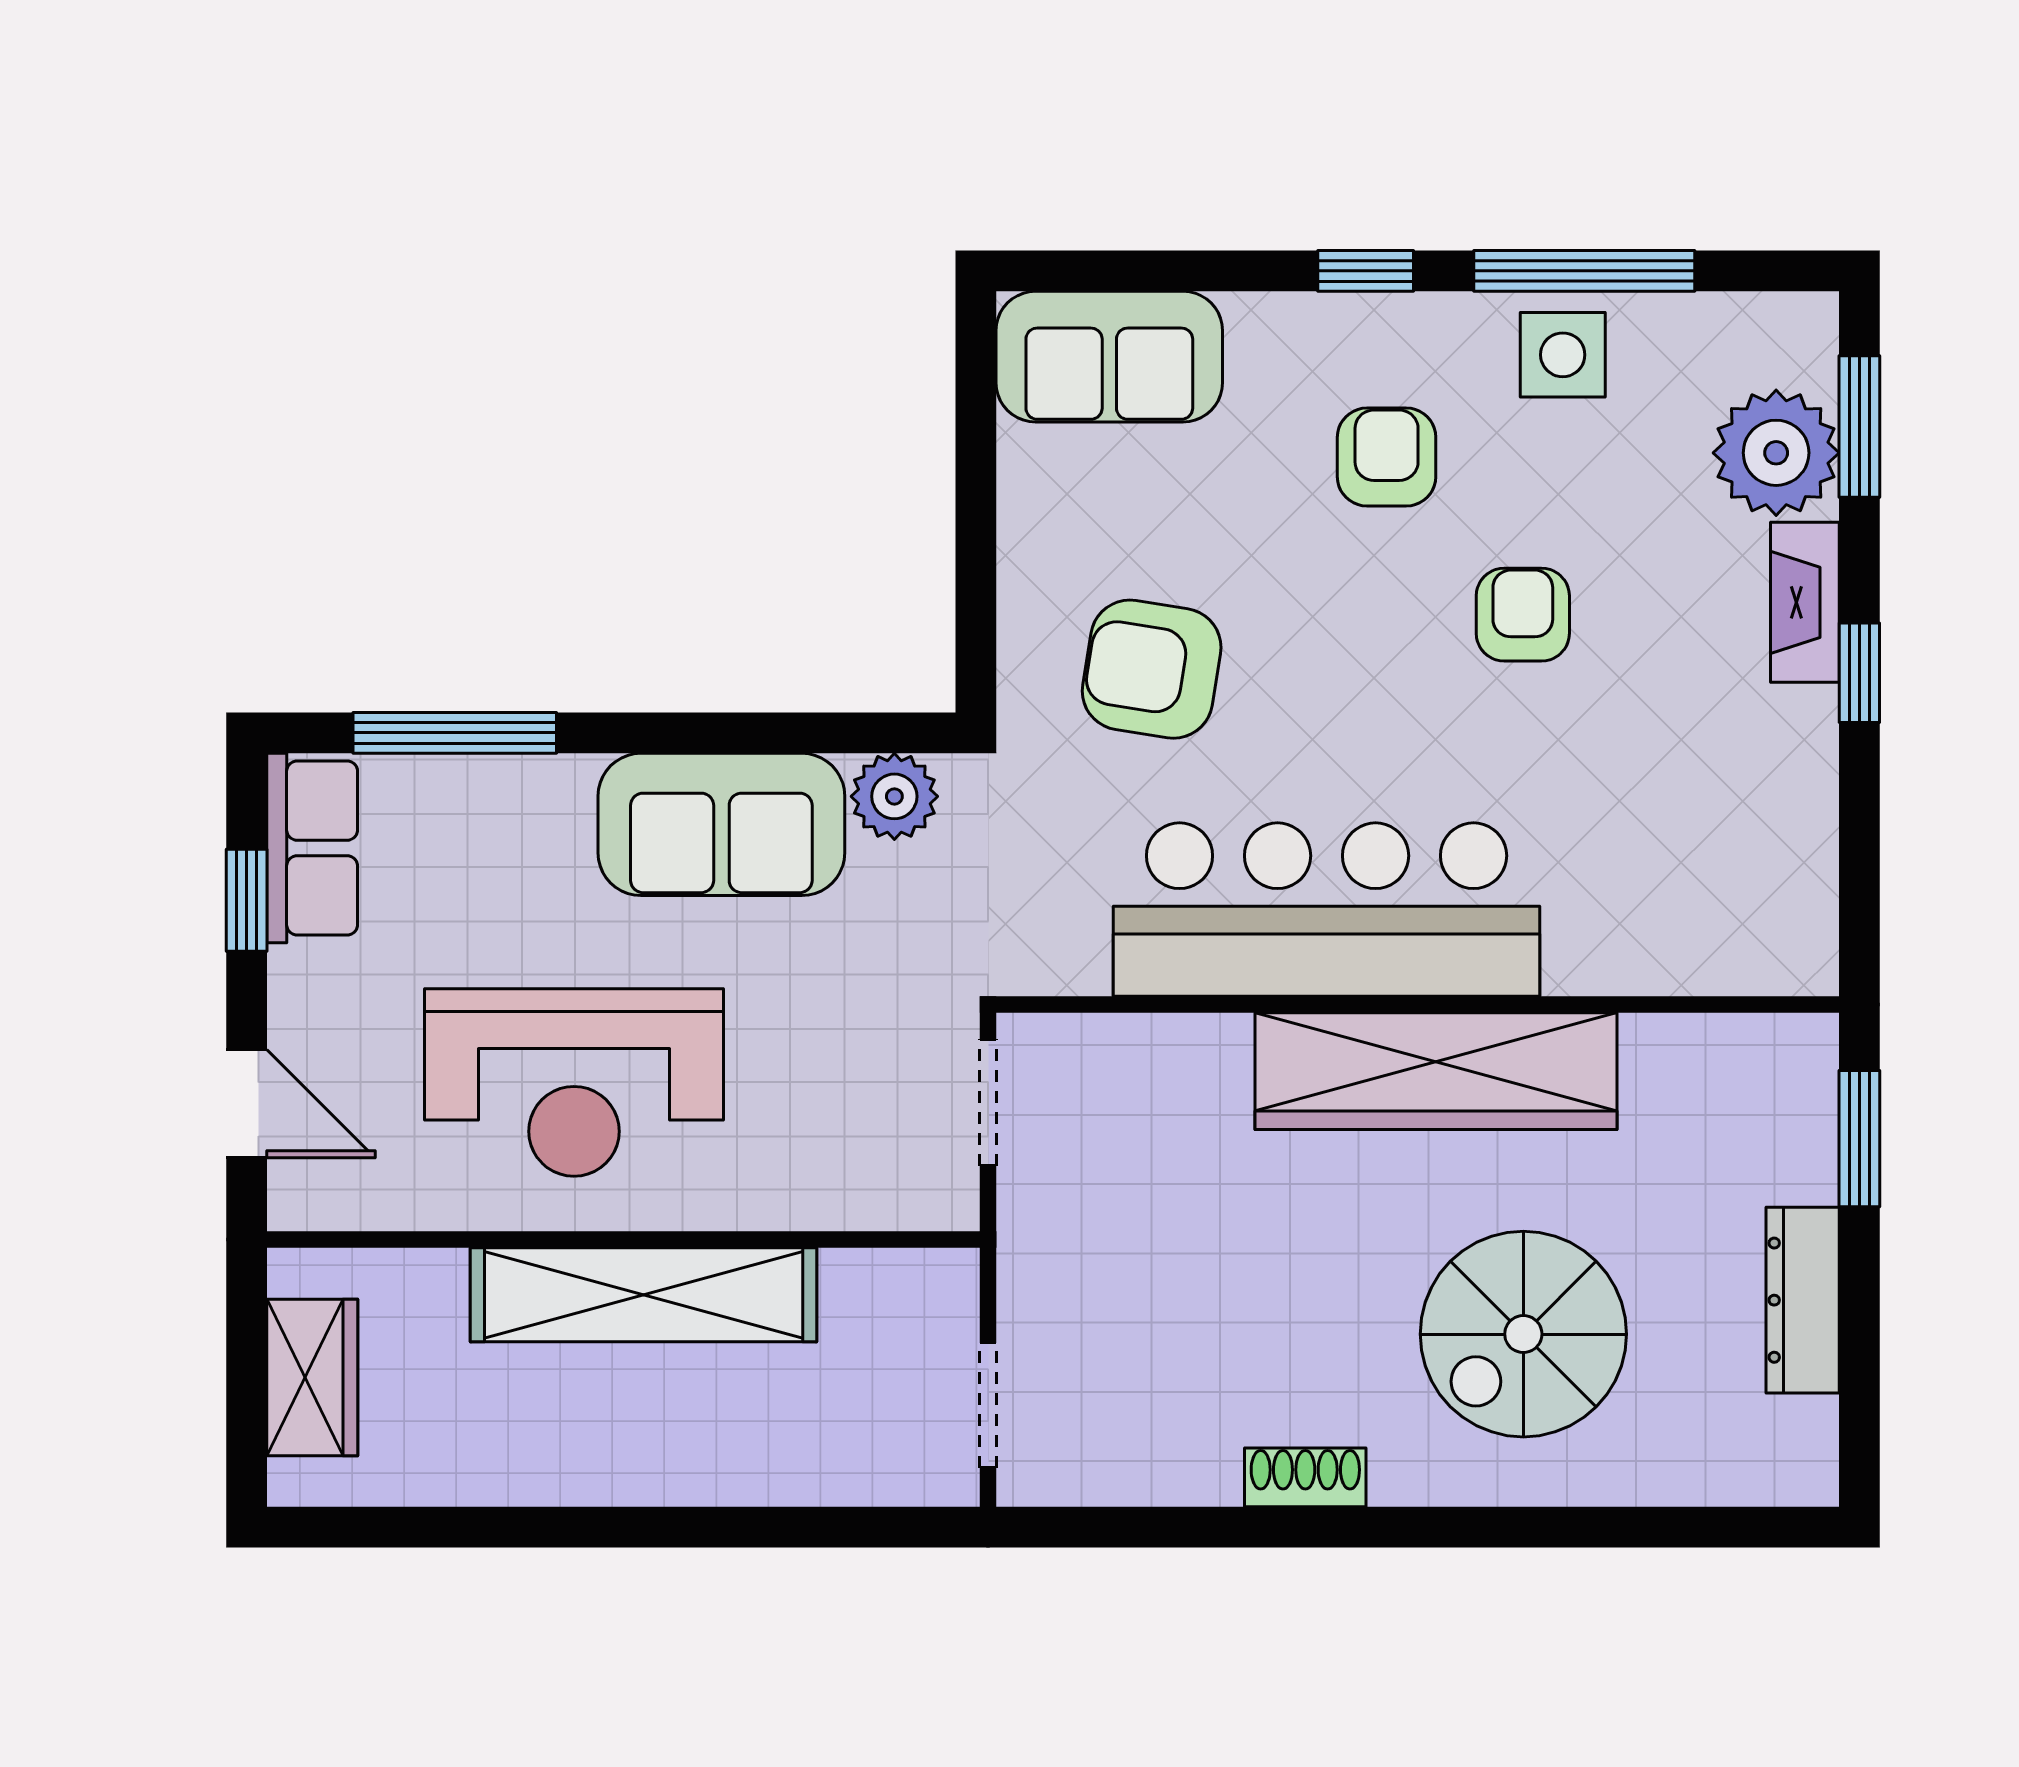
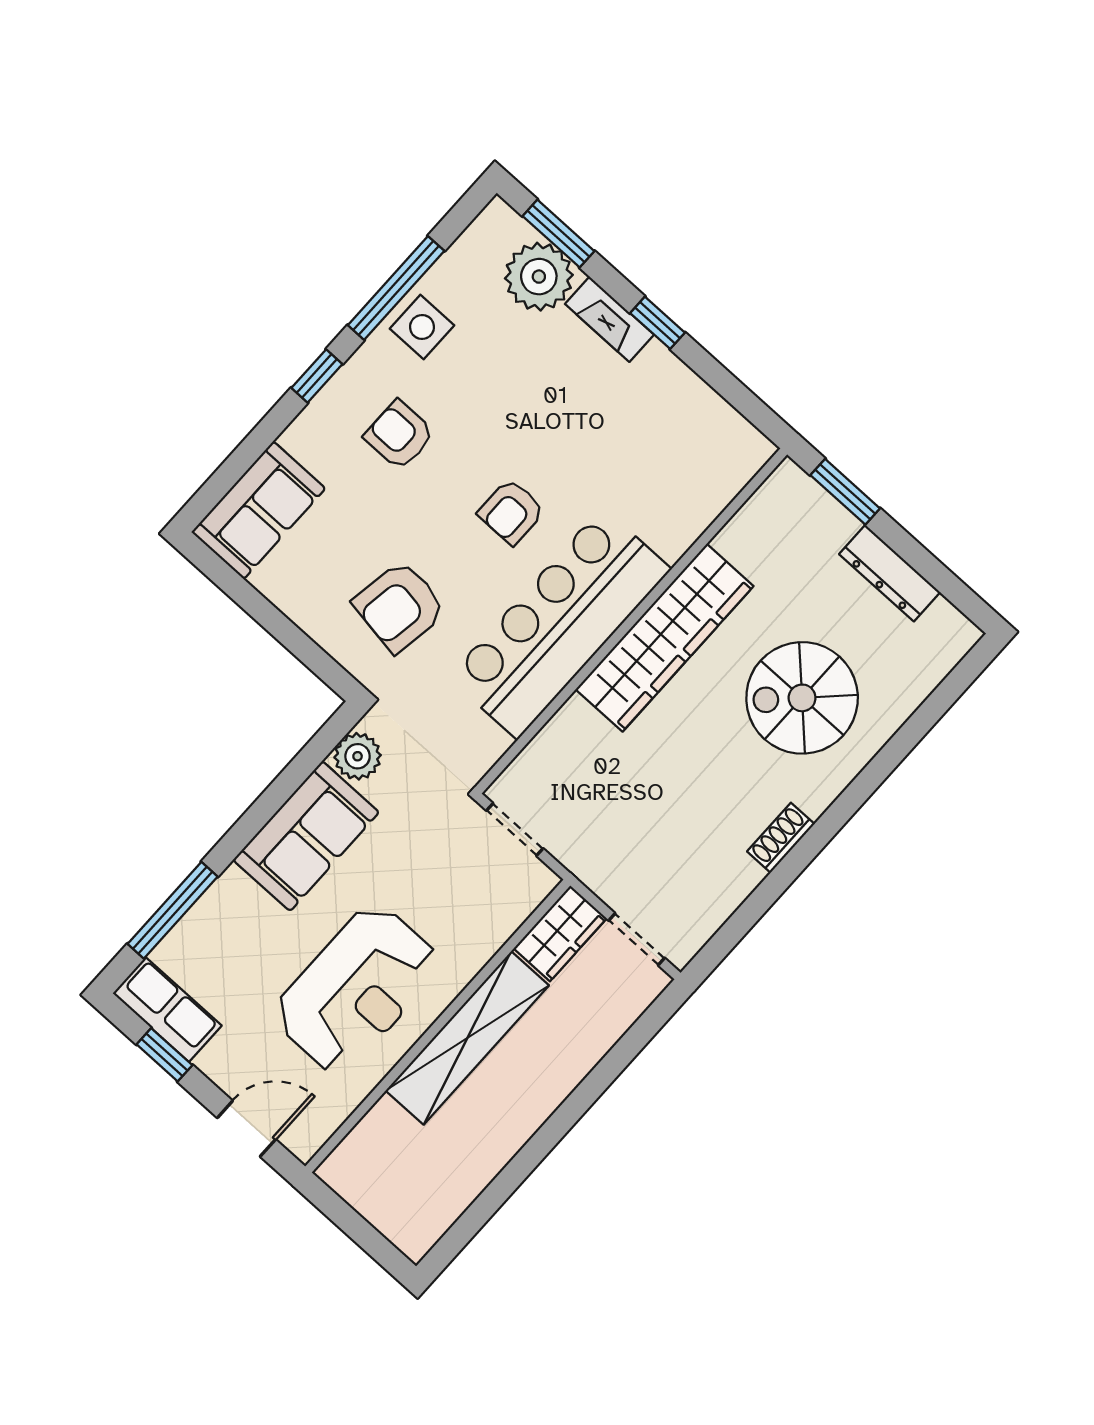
armchair: (1523, 615) -> (511, 512), moved, turned -90
spiral stairs: (1523, 1334) -> (802, 698), turned 90
wardrobe: (312, 1377) -> (560, 933), moved, turned 90

